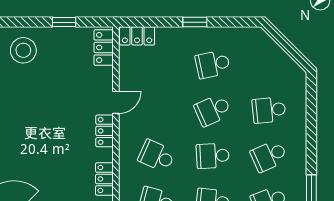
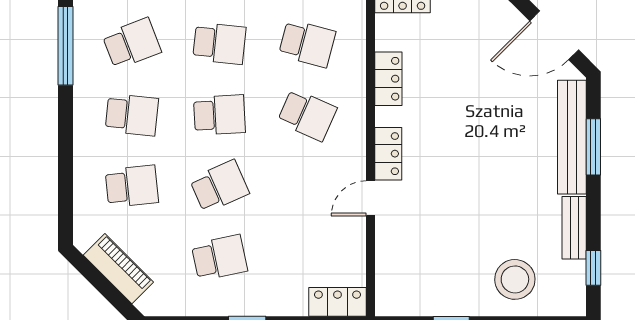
locker: (104, 47) -> (390, 284), removed
piano: (277, 57) -> (118, 269), added
school desk: (269, 156) -> (132, 115), turned 30

